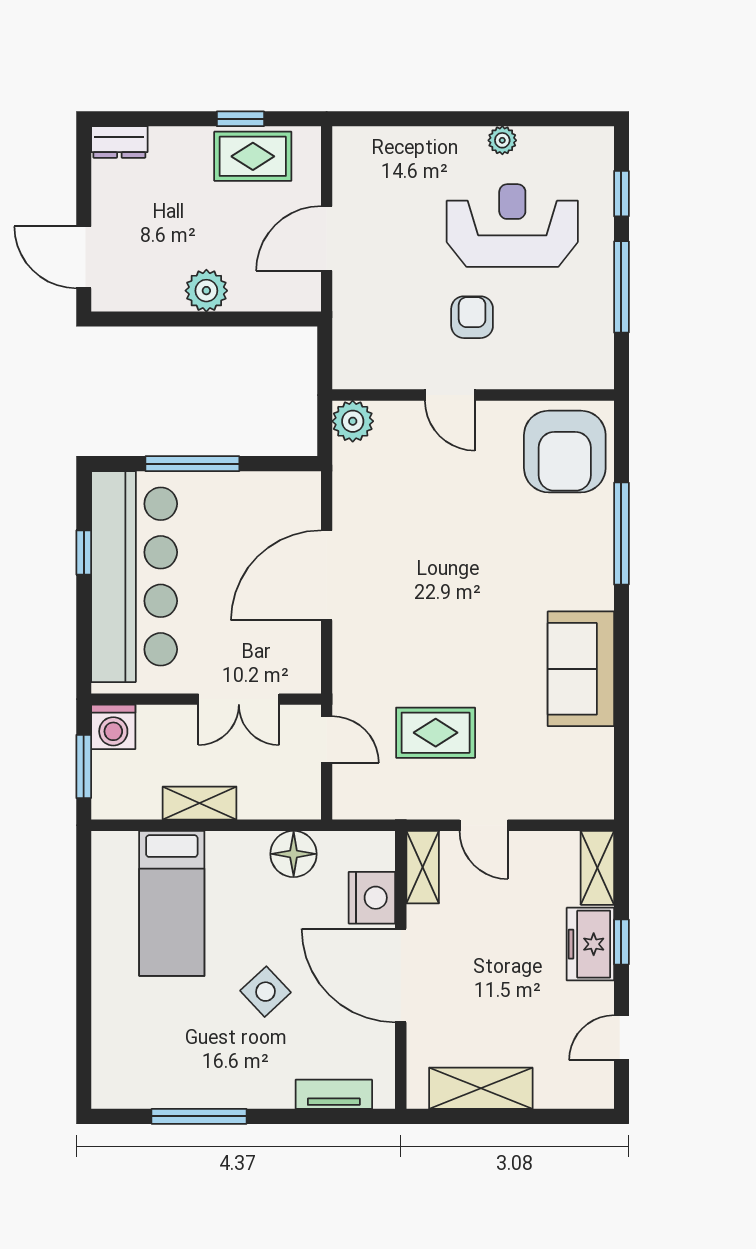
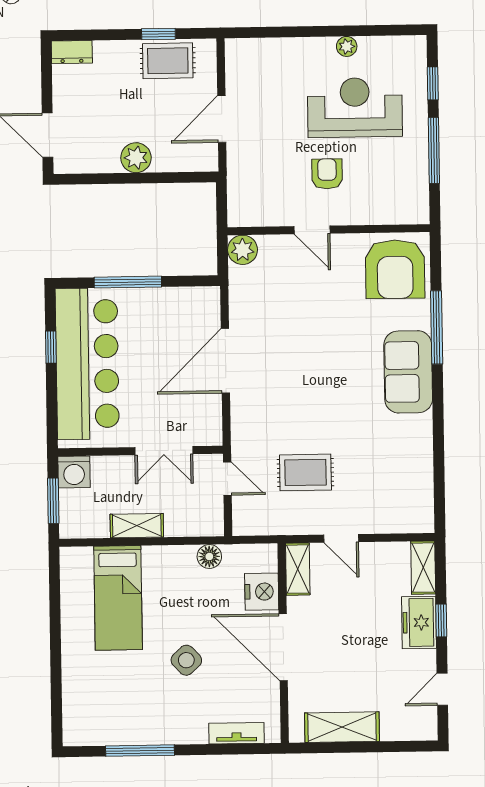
sofa: (581, 669) -> (408, 372), moved
floor lamp: (294, 854) -> (209, 557), width x0.73, depth x0.73

